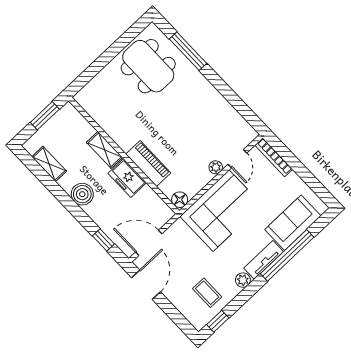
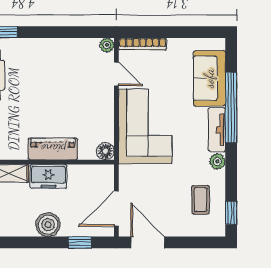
plant: (216, 167) -> (107, 45), moved
boiler: (82, 194) -> (48, 225), moved
coffee table: (207, 293) -> (200, 200), turned 90

